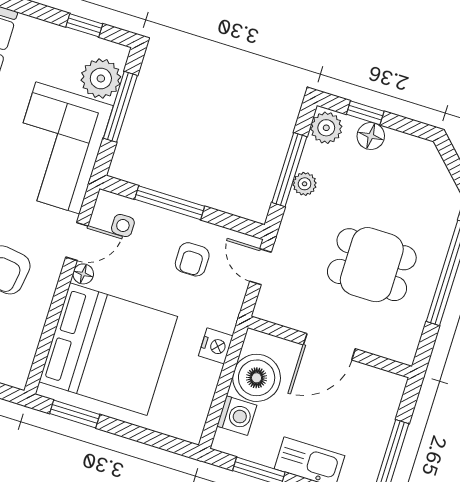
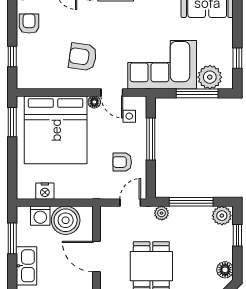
floor lamp: (371, 136) -> (225, 270), moved
plant: (305, 184) -> (162, 213), moved
nightstand: (216, 346) -> (45, 191), moved

